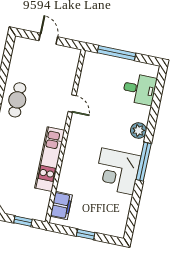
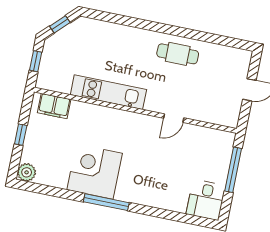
desk: (139, 89) -> (206, 200), moved
plant: (138, 130) -> (27, 172), moved

